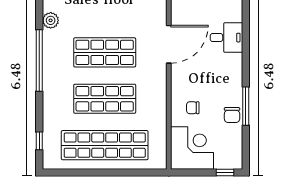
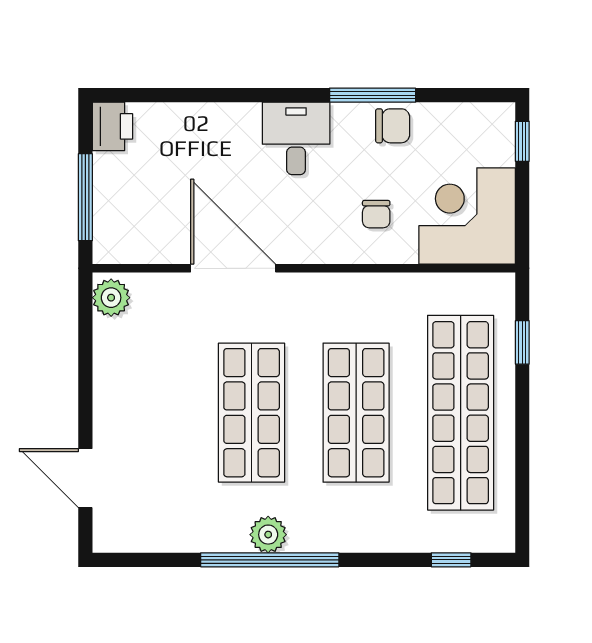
plant: (51, 20) -> (268, 535), moved
desk: (226, 38) -> (296, 138), moved
window: (136, 173) -> (522, 342), added

